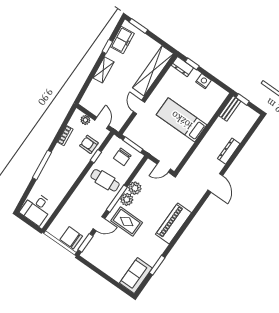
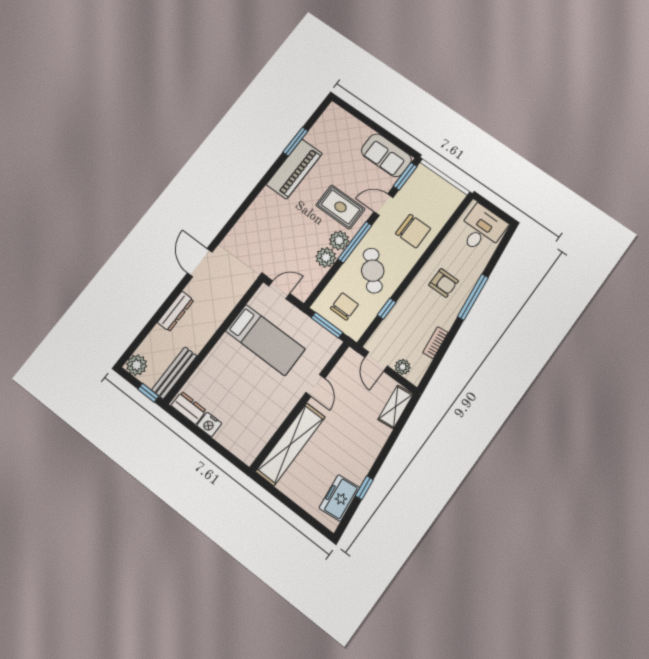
window: (138, 26) -> (312, 521), removed
window: (192, 64) -> (226, 454), removed
dresser: (182, 67) -> (189, 408), moved
shelving: (103, 70) -> (396, 407), moved
bench: (230, 108) -> (174, 373), width x1.36
plant: (251, 116) -> (137, 365), added
bed: (182, 120) -> (265, 340), moved
armchair: (89, 144) -> (444, 283), moved
cafe table: (105, 180) -> (373, 271), turned 52
piano: (173, 223) -> (294, 169), moved
chair: (71, 238) -> (413, 231), moved
sofa: (136, 276) -> (386, 155), moved, turned 90

